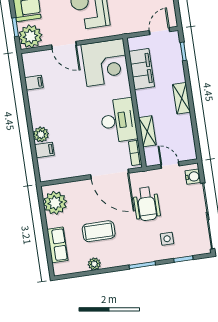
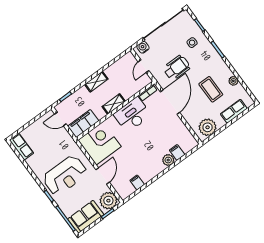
filing cabinet: (142, 69) -> (83, 123), moved
shelving: (147, 131) -> (114, 104), moved

